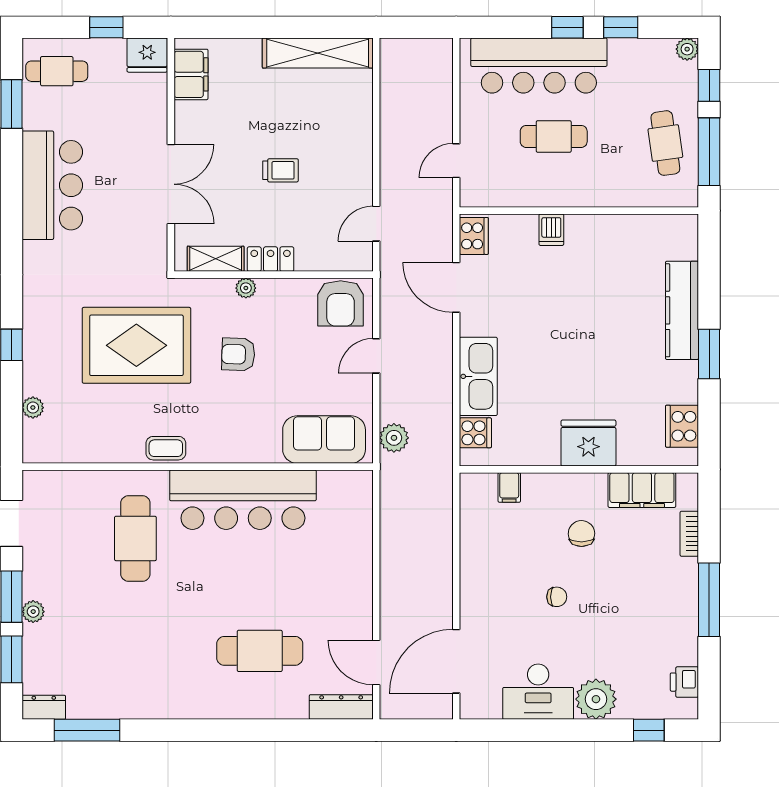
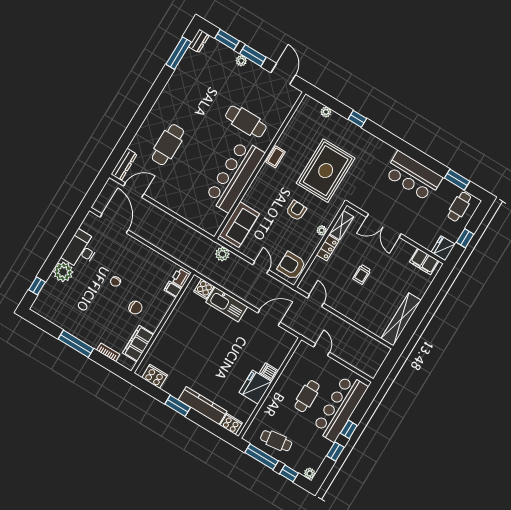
cooker: (474, 236) -> (231, 424), moved, turned 180
fridge: (588, 443) -> (255, 387), moved, turned 180
printer: (684, 682) -> (180, 278), moved, turned -90

